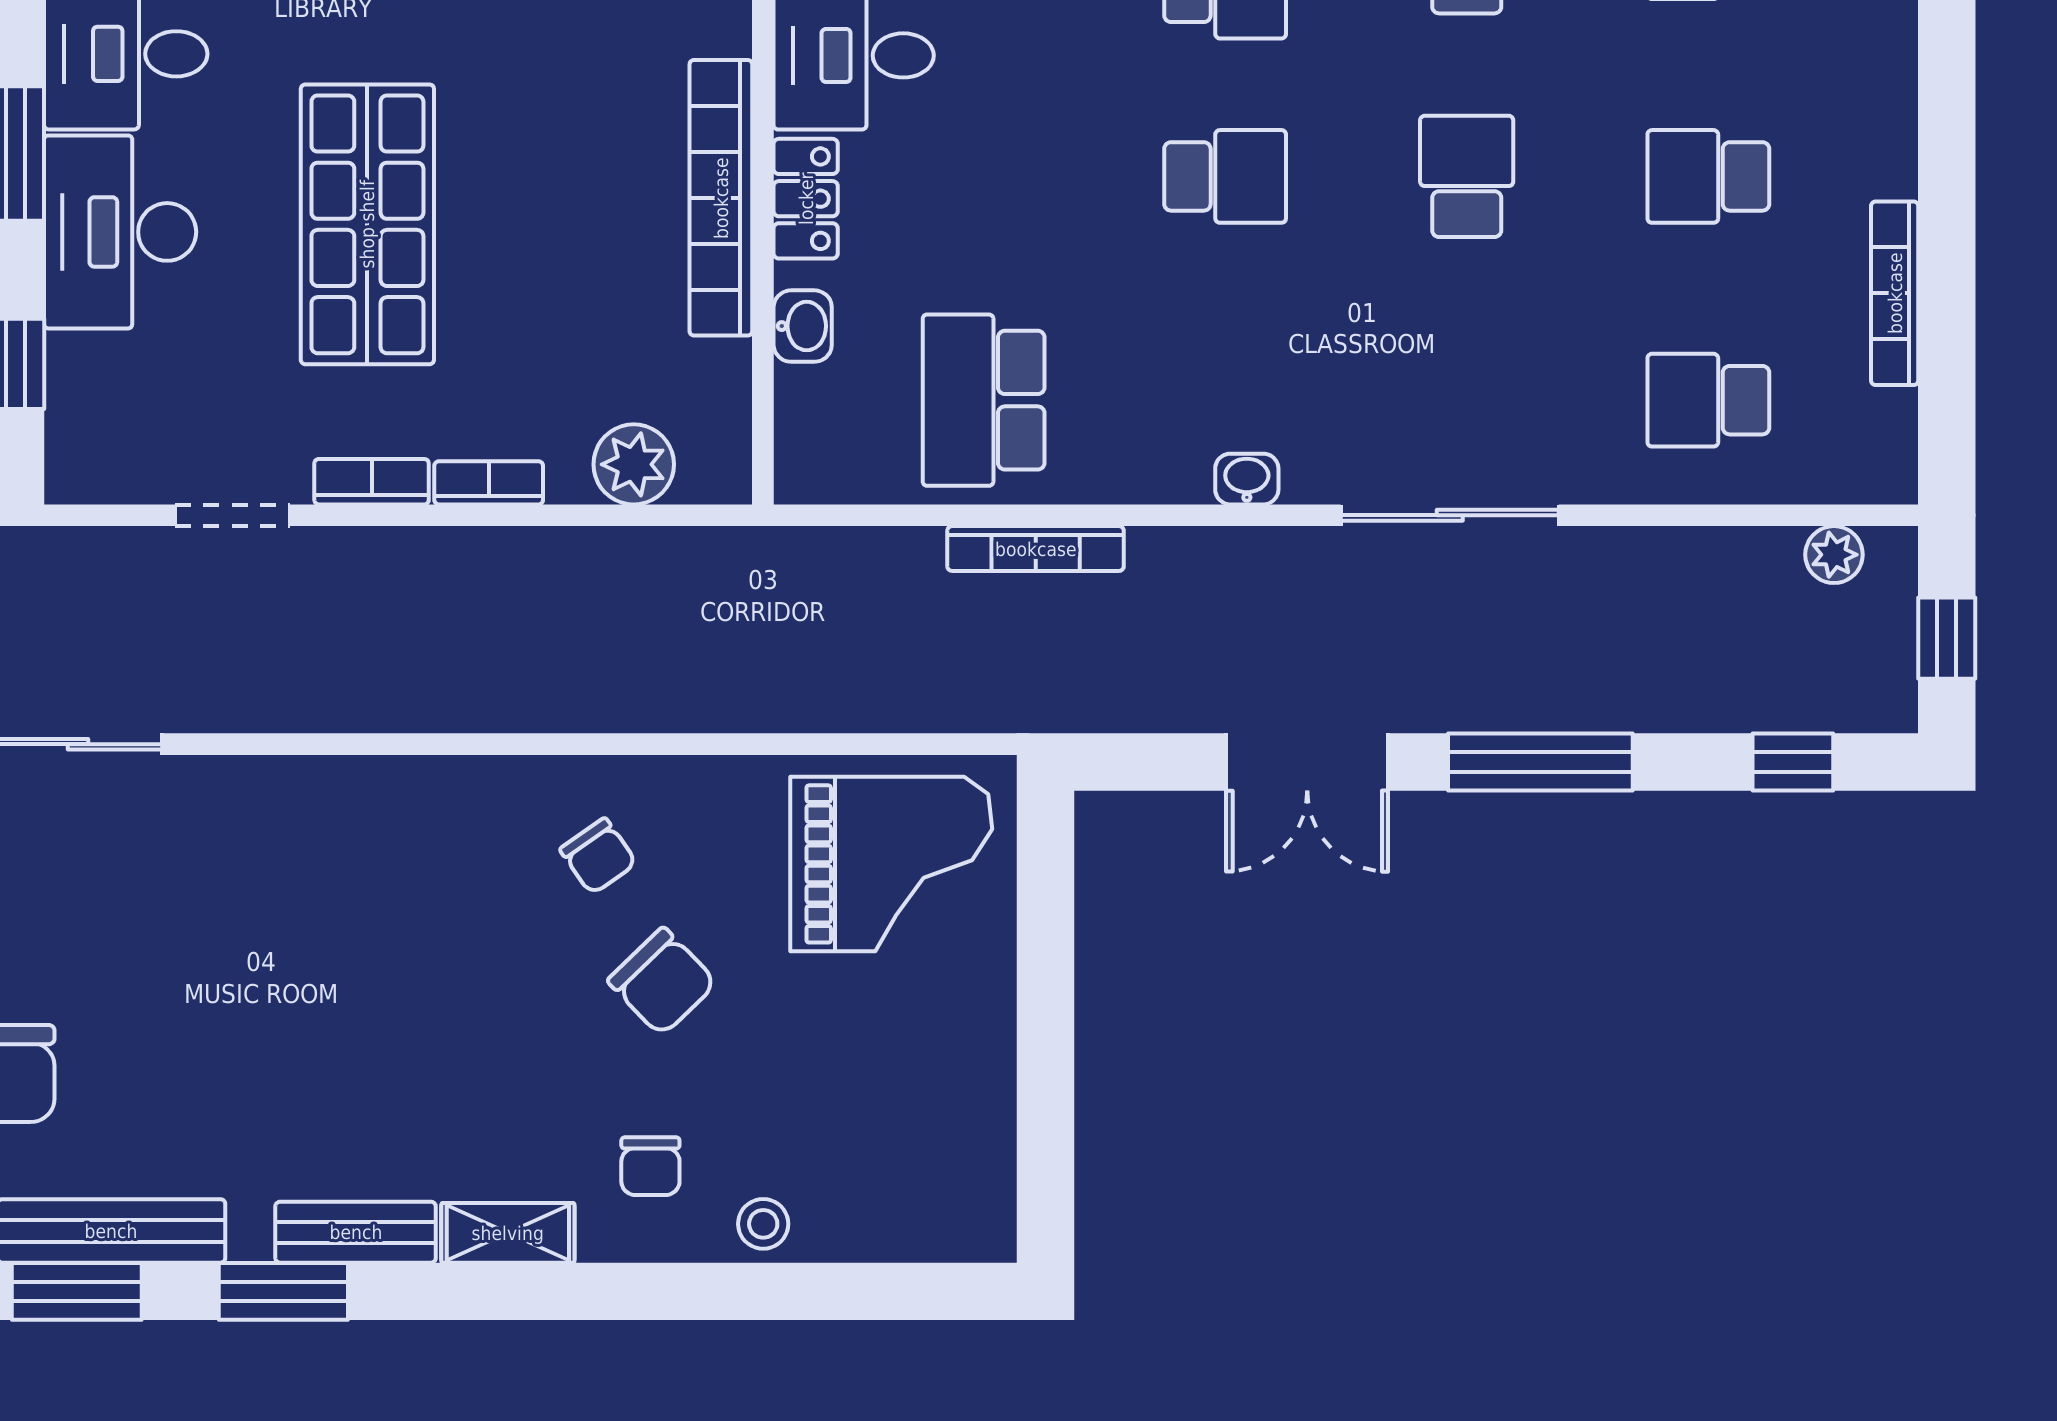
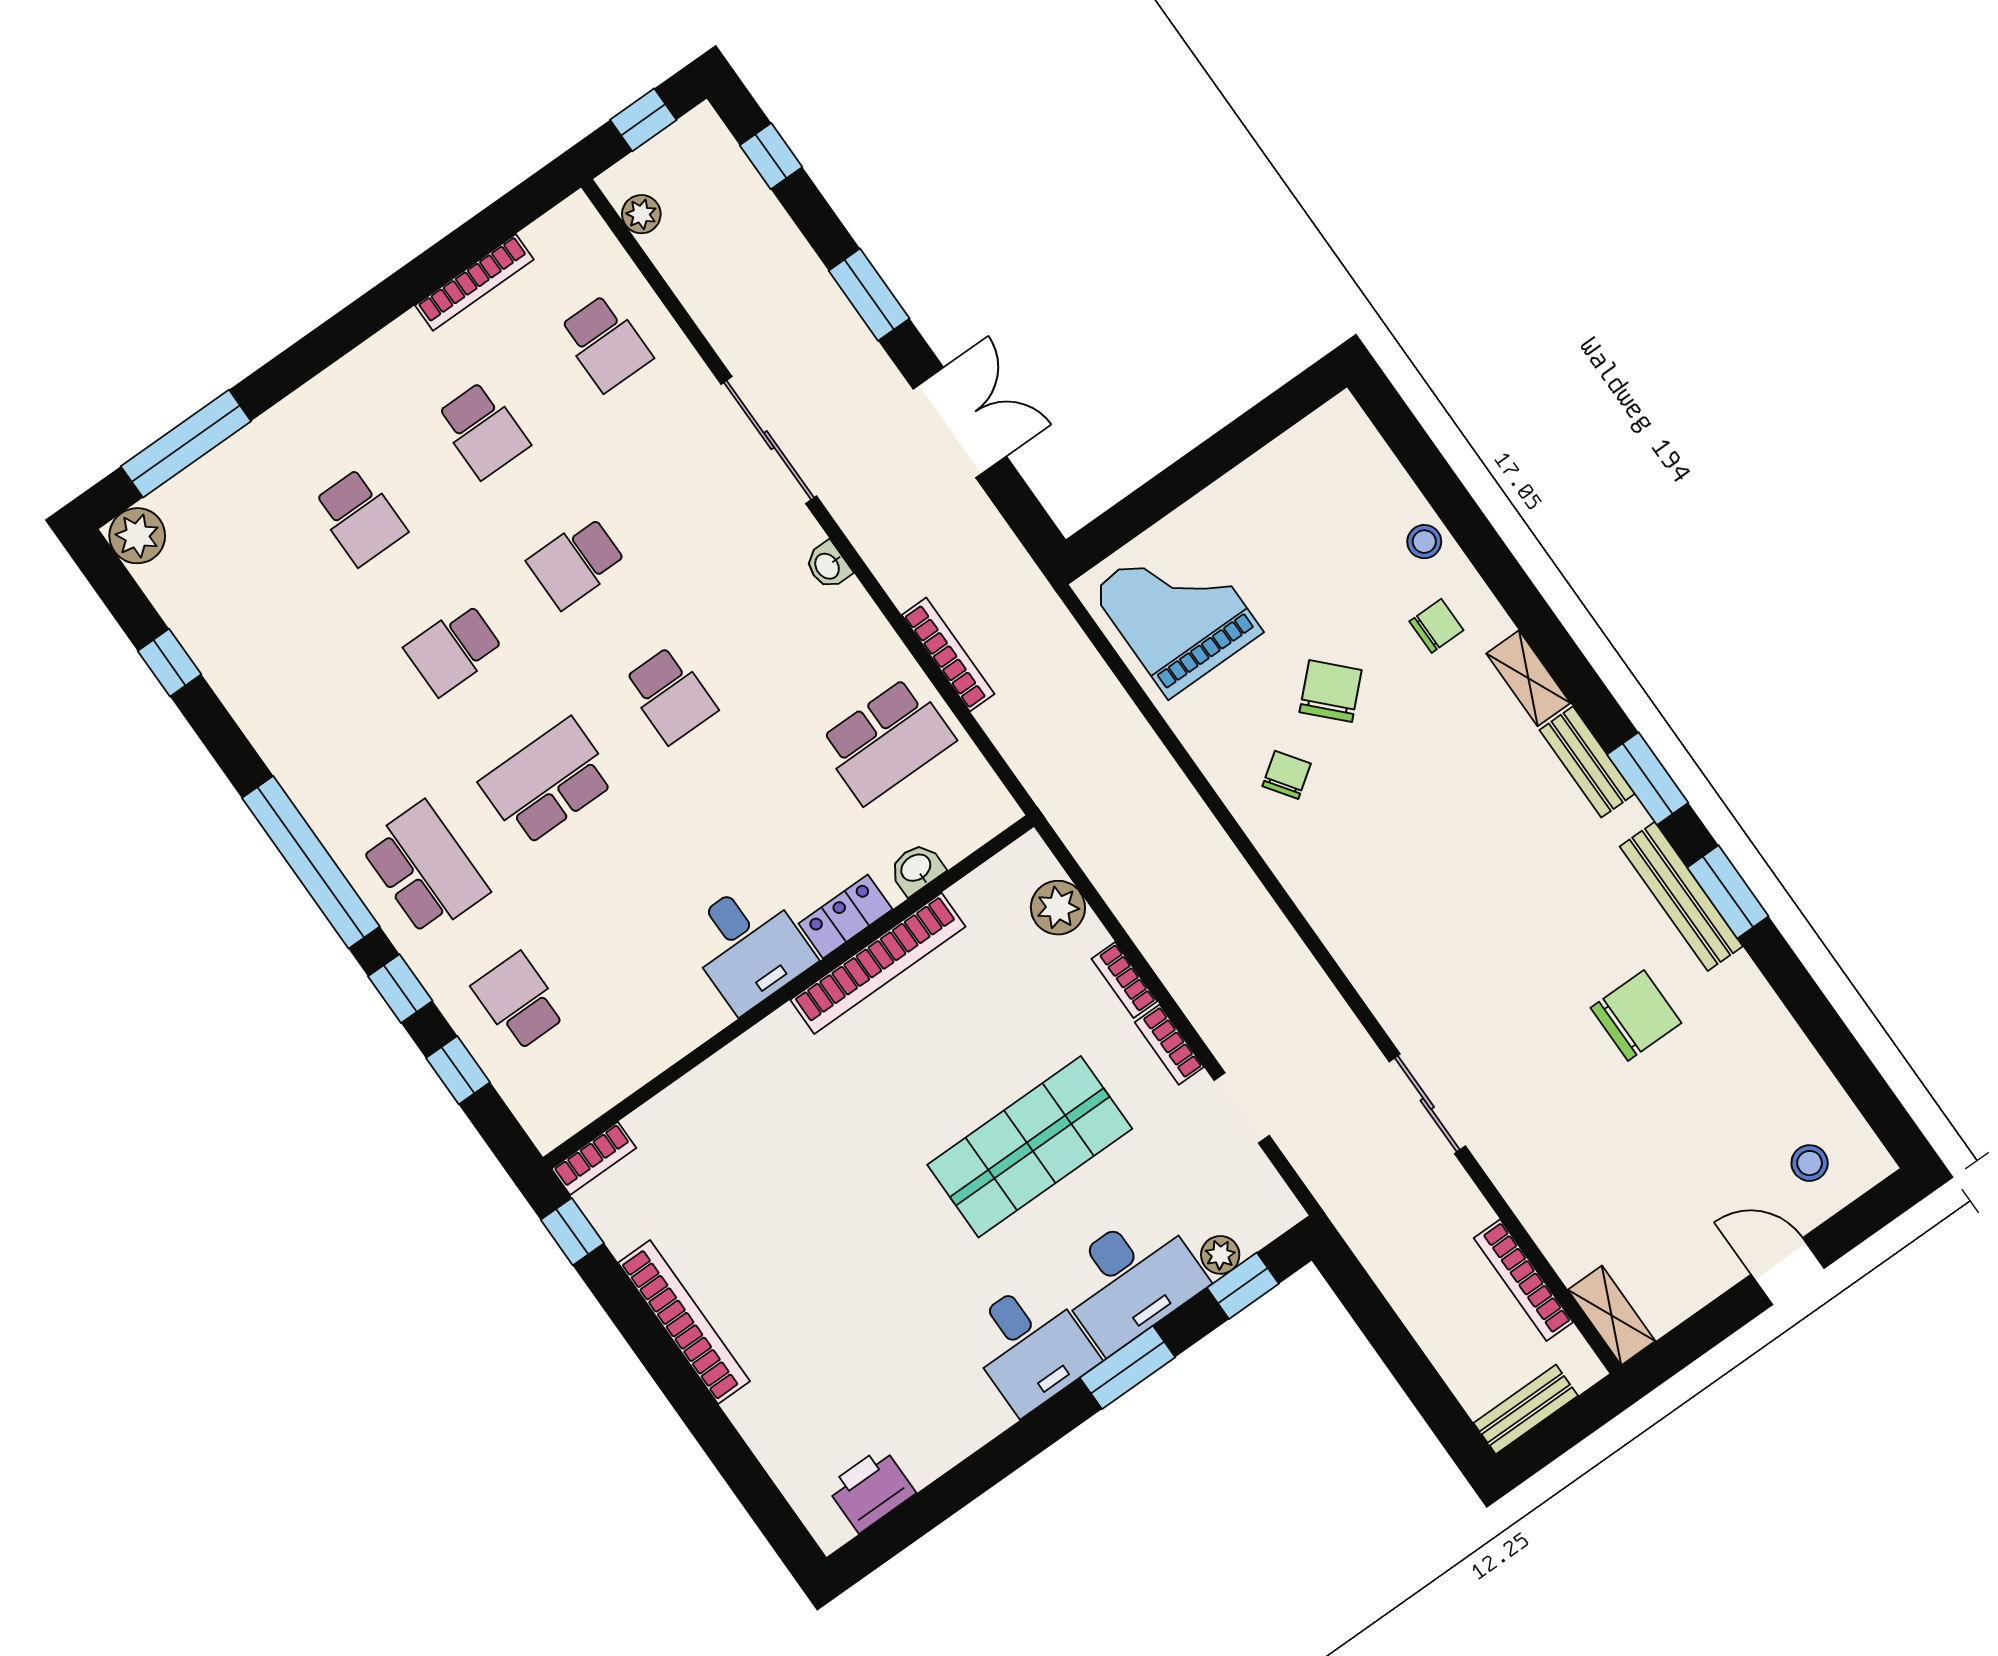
school desk: (1225, 176) -> (670, 695), turned 180
plant: (72, 363) -> (1220, 1255), added
window: (1540, 762) -> (869, 295), width x0.69

